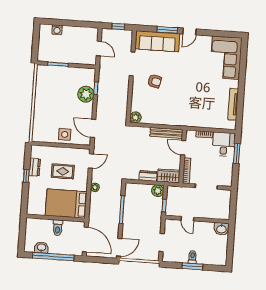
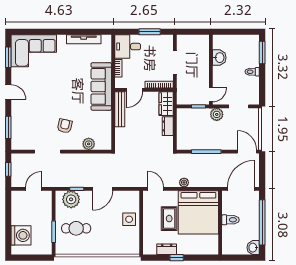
washing machine: (57, 30) -> (21, 235), width x1.89, depth x1.89
window: (167, 30) -> (8, 127), moved
window: (222, 34) -> (8, 57), added
sofa: (157, 41) -> (101, 86), moved, turned 180
cafe table: (60, 85) -> (76, 228), added
plant: (86, 94) -> (71, 199), moved
plant: (136, 117) -> (89, 144), moved
door: (93, 128) -> (103, 189), moved
window: (237, 154) -> (150, 32), moved
plant: (158, 191) -> (217, 114), moved
bed: (66, 204) -> (198, 212), width x1.36
door: (187, 219) -> (211, 95), moved
washbasin: (221, 229) -> (219, 58), moved
washbasin: (41, 248) -> (253, 248), moved
window: (192, 266) -> (262, 53), moved

